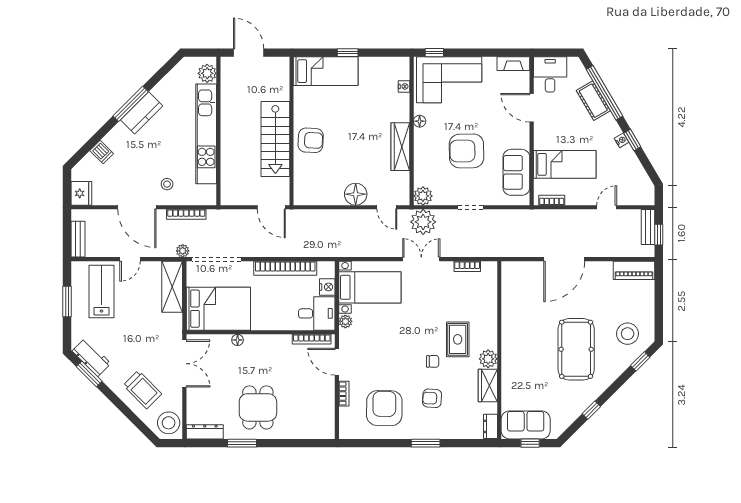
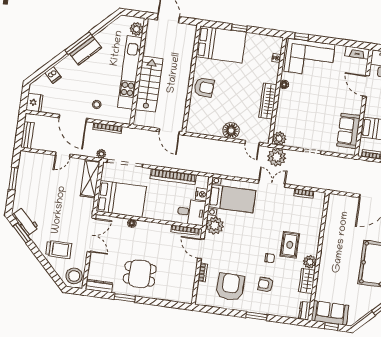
bed: (326, 71) -> (221, 44), width x1.50
stairs: (275, 139) -> (149, 84), moved, turned 180
armchair: (467, 151) -> (315, 111), removed
lab bench: (102, 292) -> (39, 175), removed
plant: (345, 321) -> (215, 226), width x1.88, depth x1.88
trolley: (142, 390) -> (59, 249), turned -45
dining table: (258, 407) -> (140, 274), turned 90

